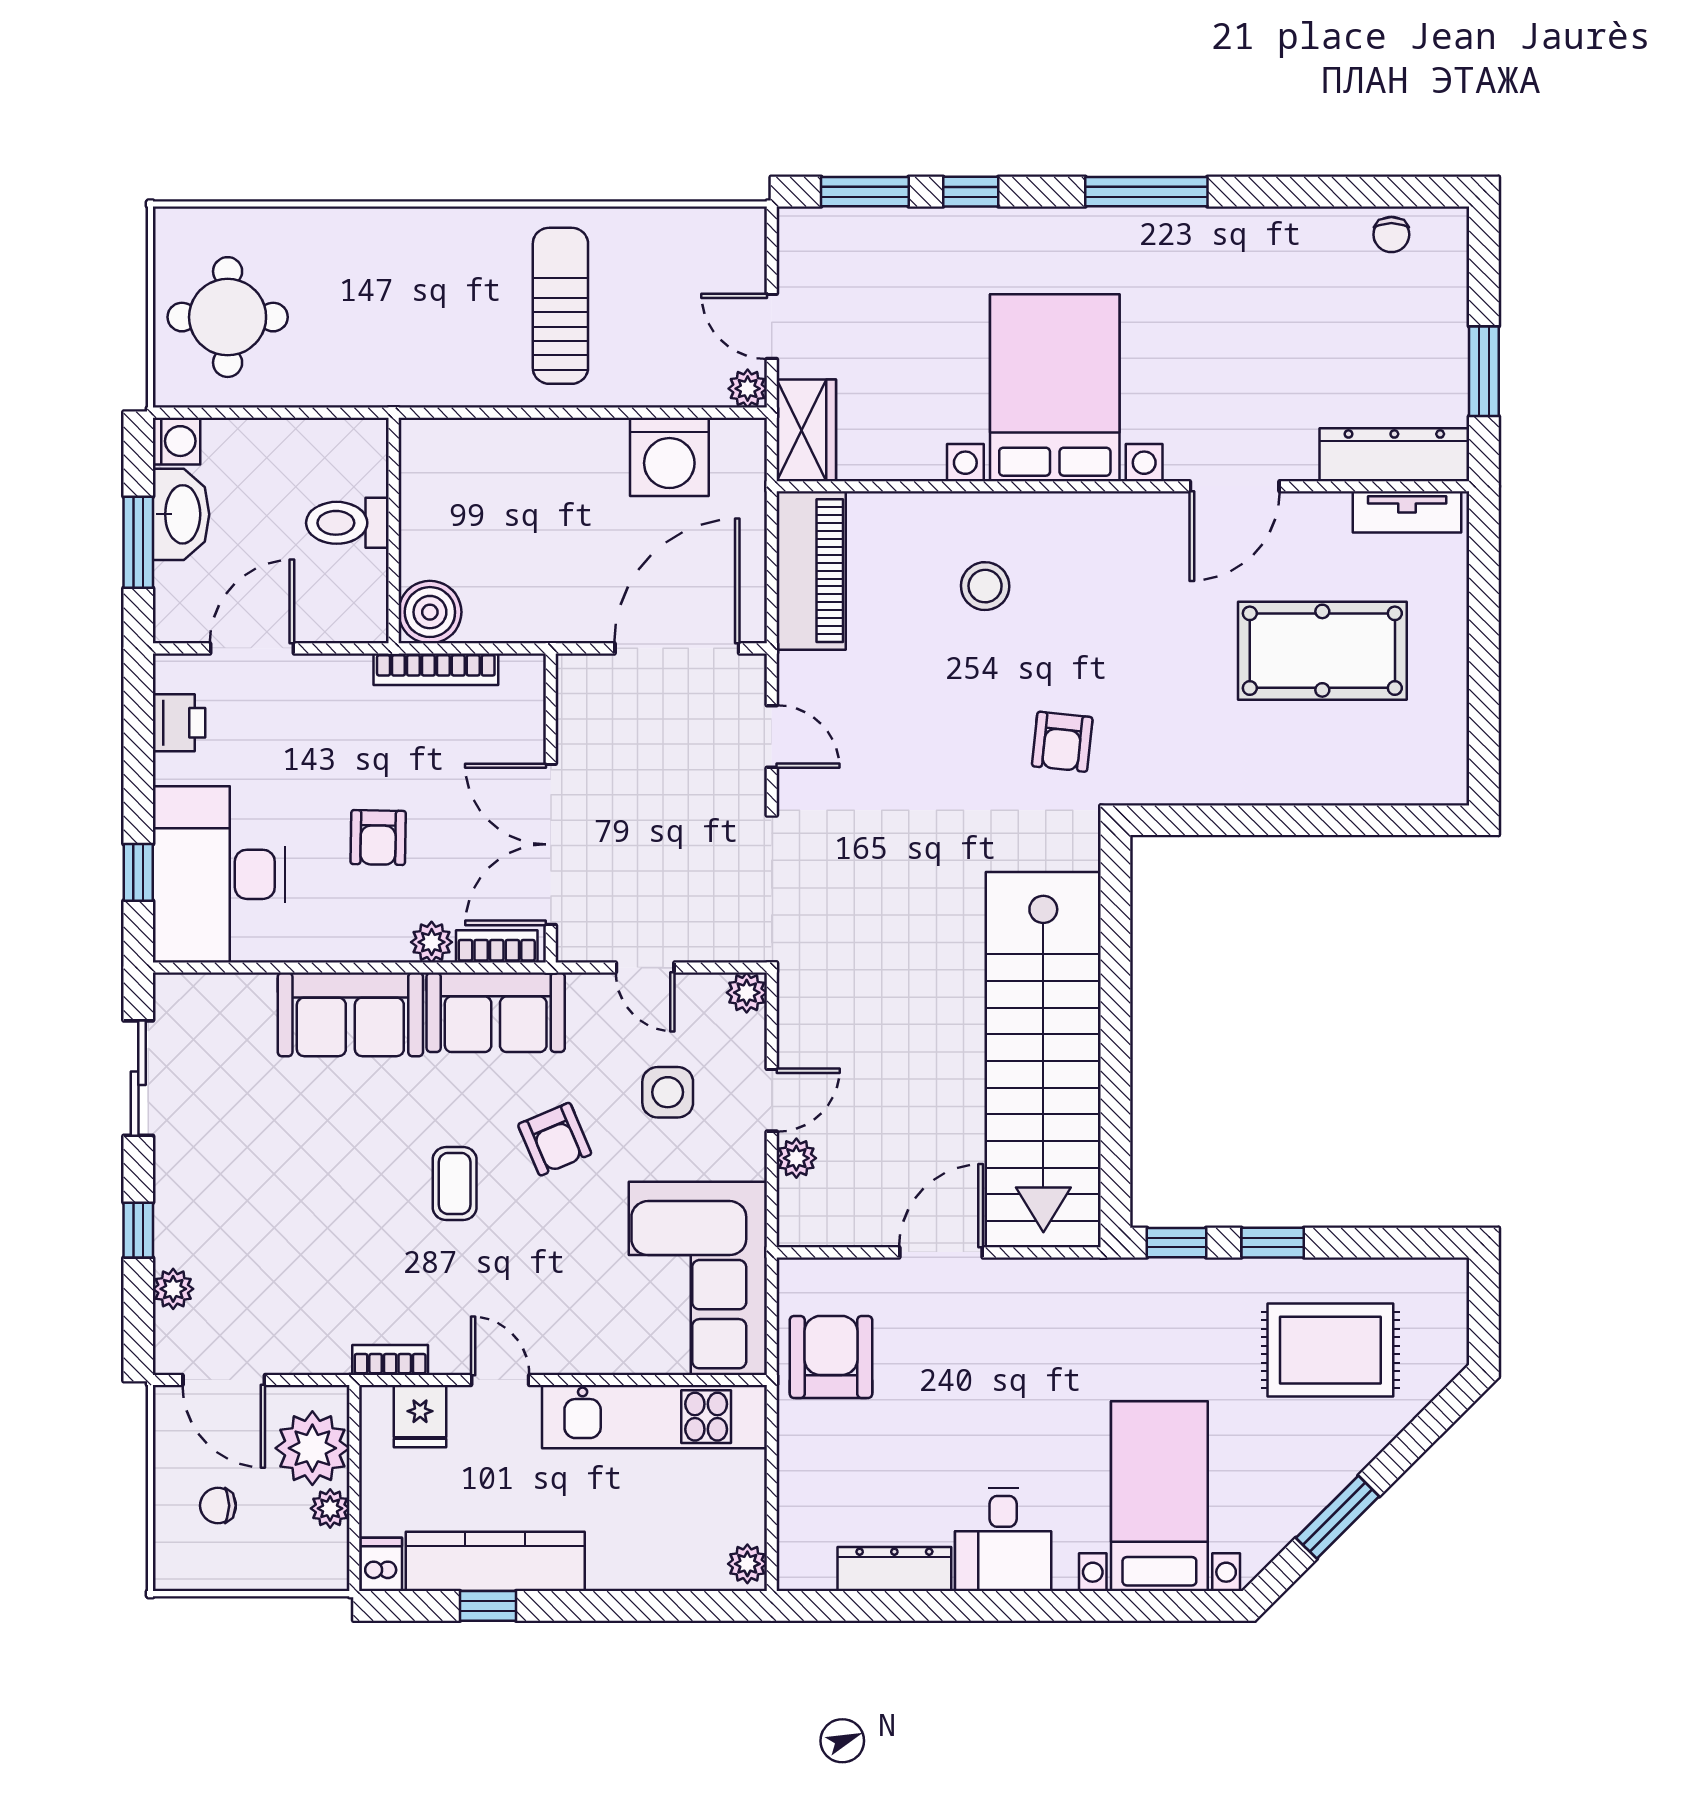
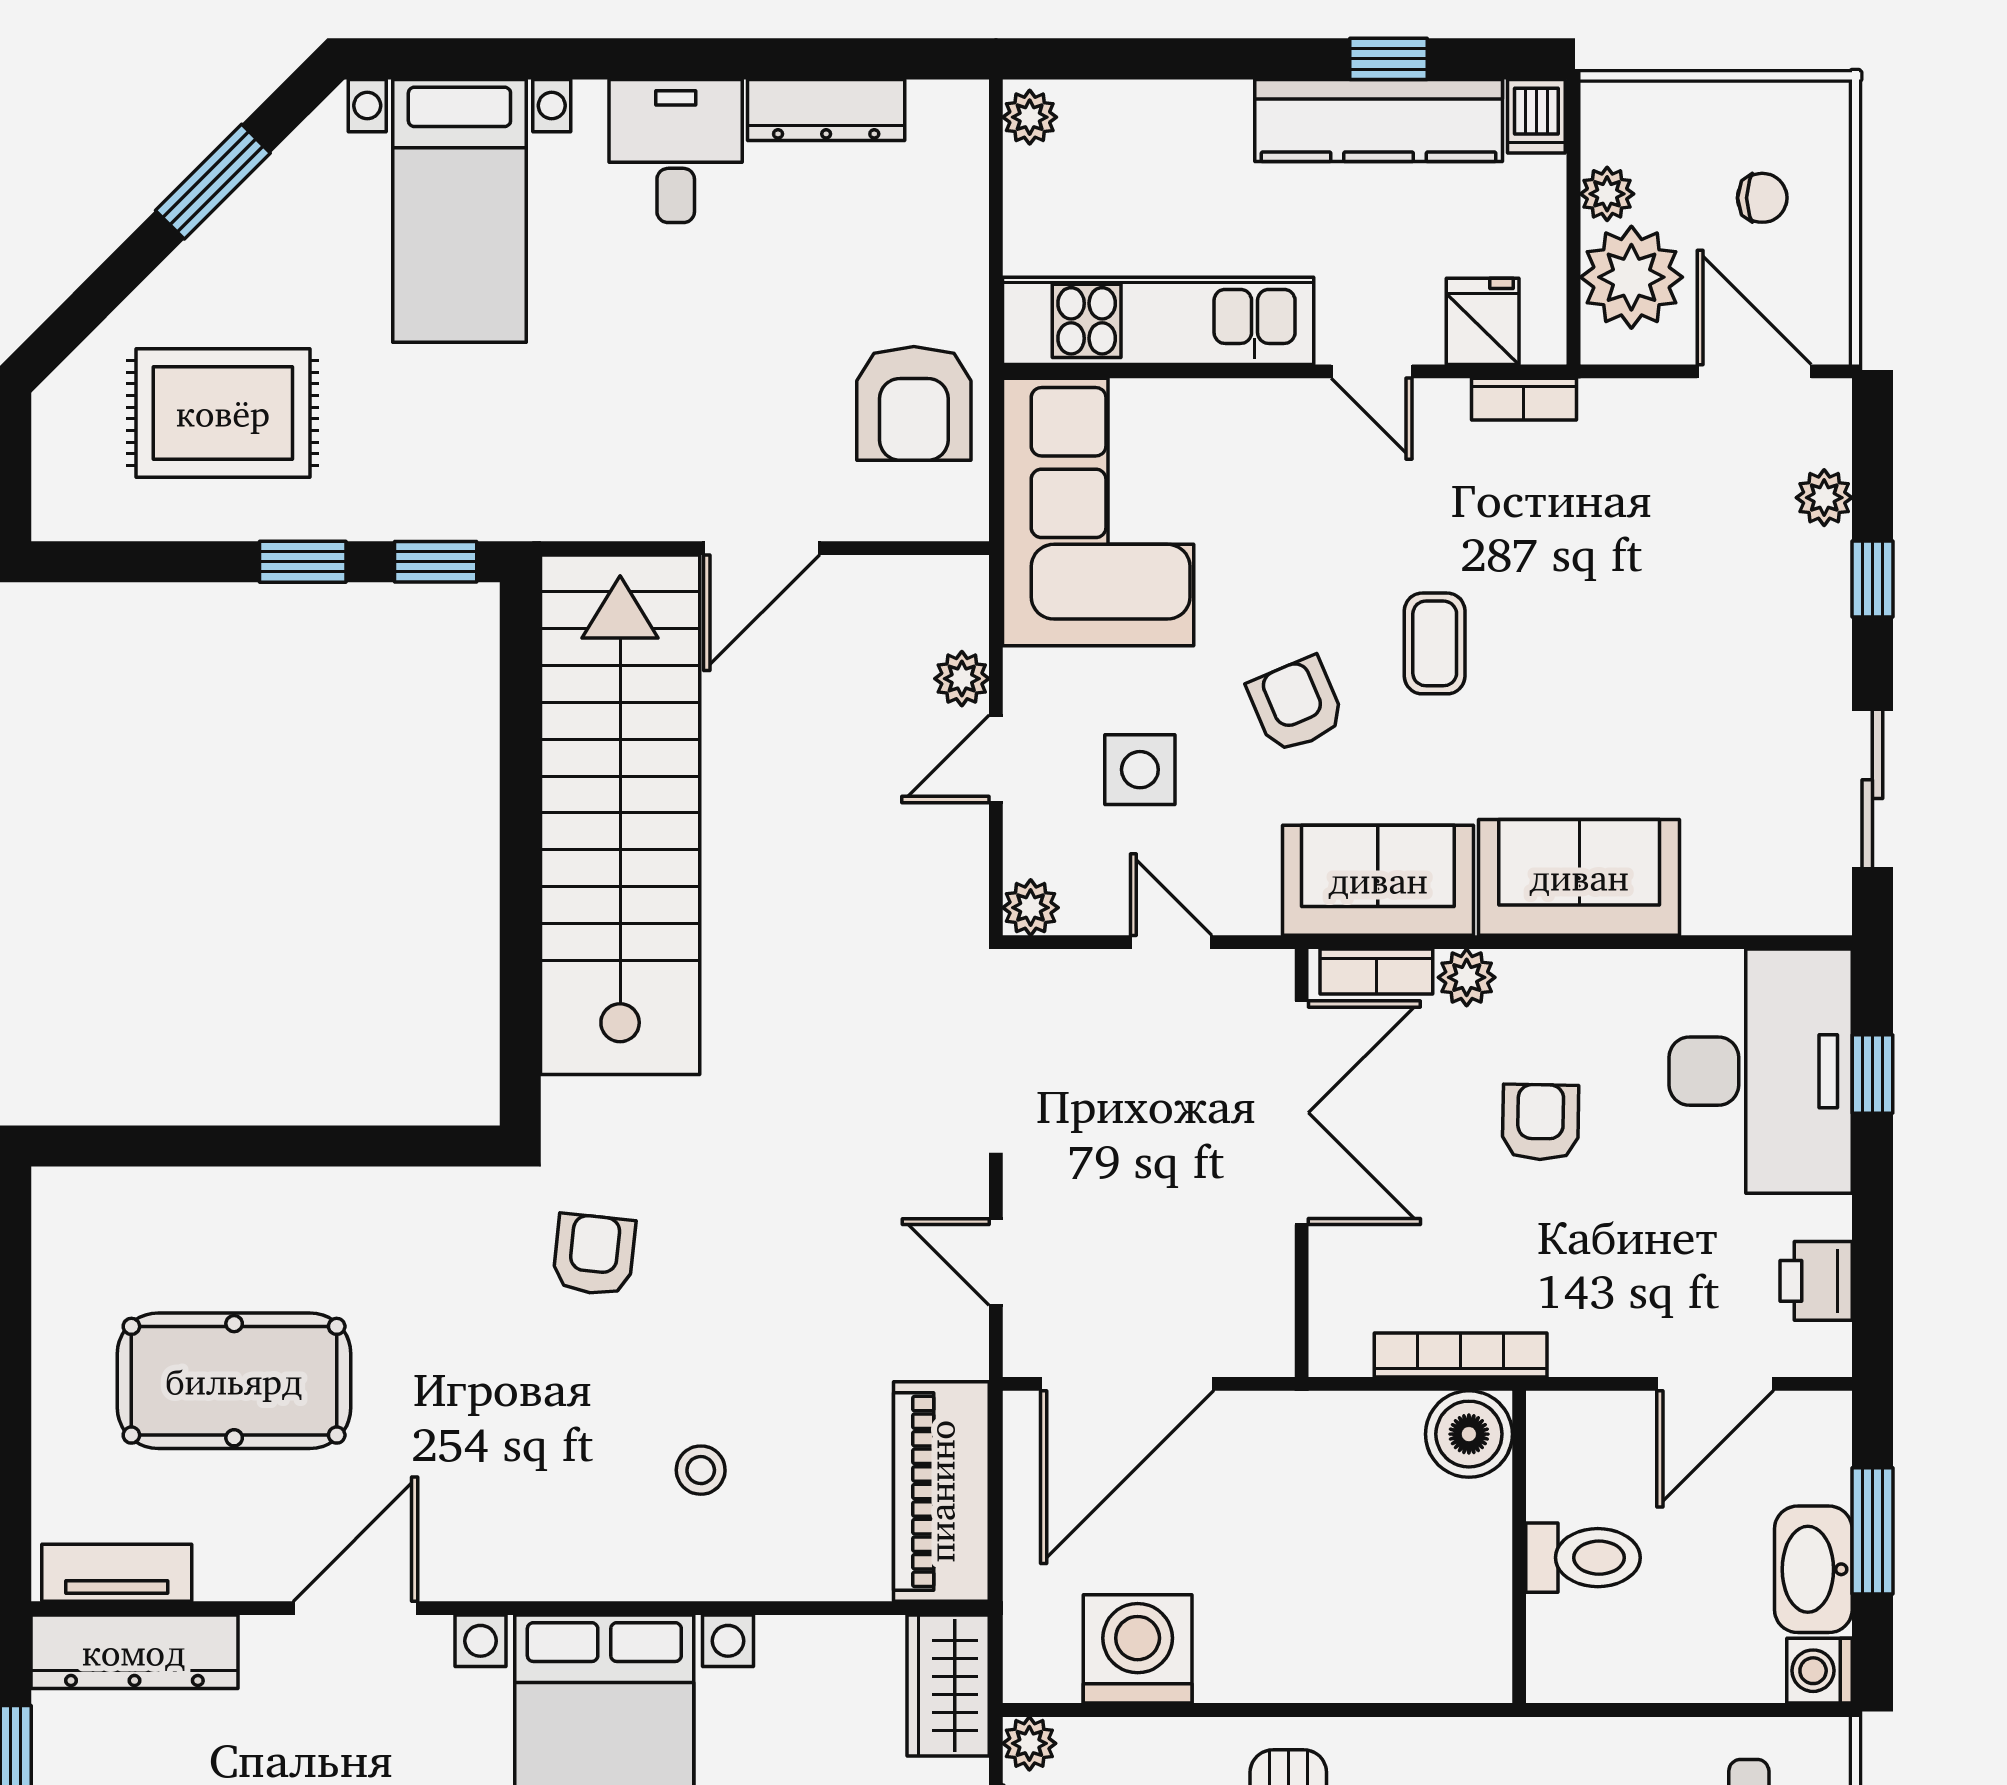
stool: (985, 586) -> (701, 1470), width x0.73, depth x0.73

